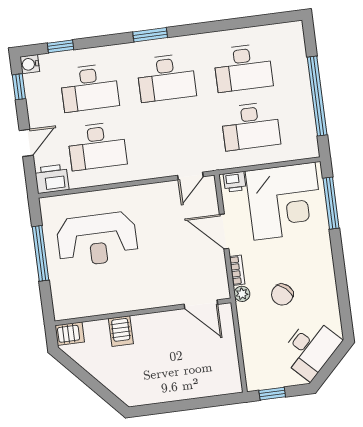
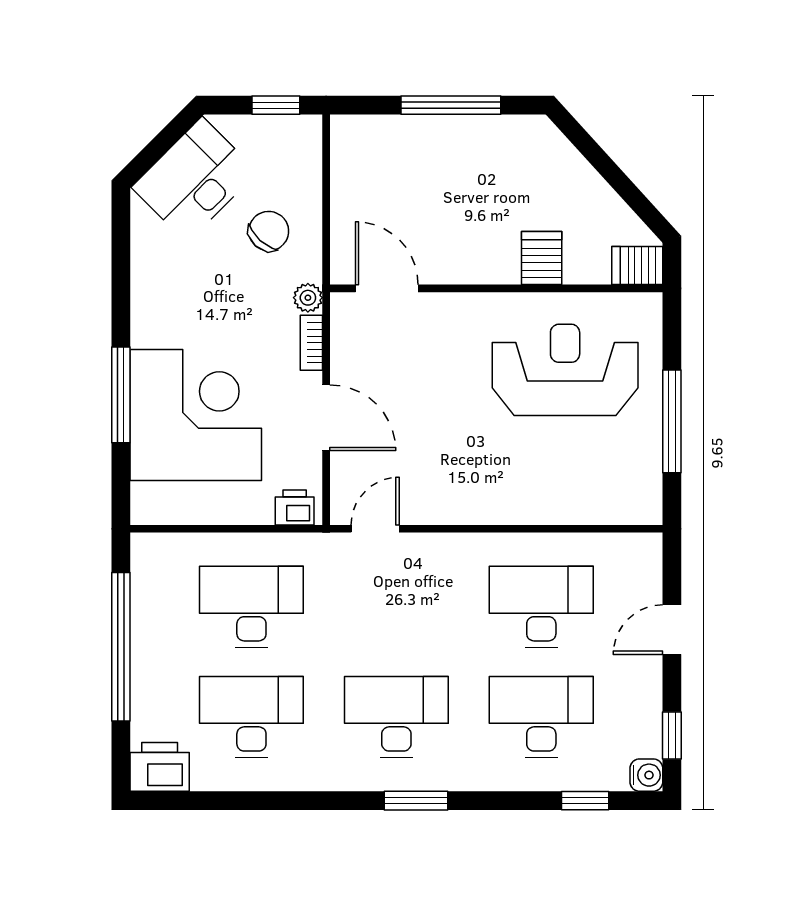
printer: (52, 179) -> (160, 767), moved, turned 180
corner desk: (285, 201) -> (196, 415), moved, turned 90
window: (331, 203) -> (121, 395), moved
reception desk: (97, 239) -> (565, 370), moved
chair: (282, 295) -> (269, 231), moved
window: (179, 406) -> (451, 105), added

